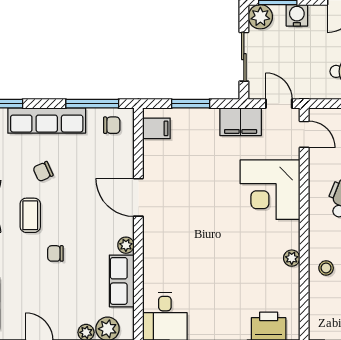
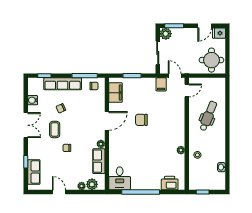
water cooler: (297, 15) -> (183, 33), removed
filing cabinet: (241, 122) -> (161, 84), width x0.50
filing cabinet: (156, 128) -> (116, 93), width x2.00
door: (304, 134) -> (187, 90), hinge flipped
corner desk: (270, 190) -> (170, 117), removed
chair: (210, 195) -> (141, 120), added
door: (138, 197) -> (107, 121), swing flipped

